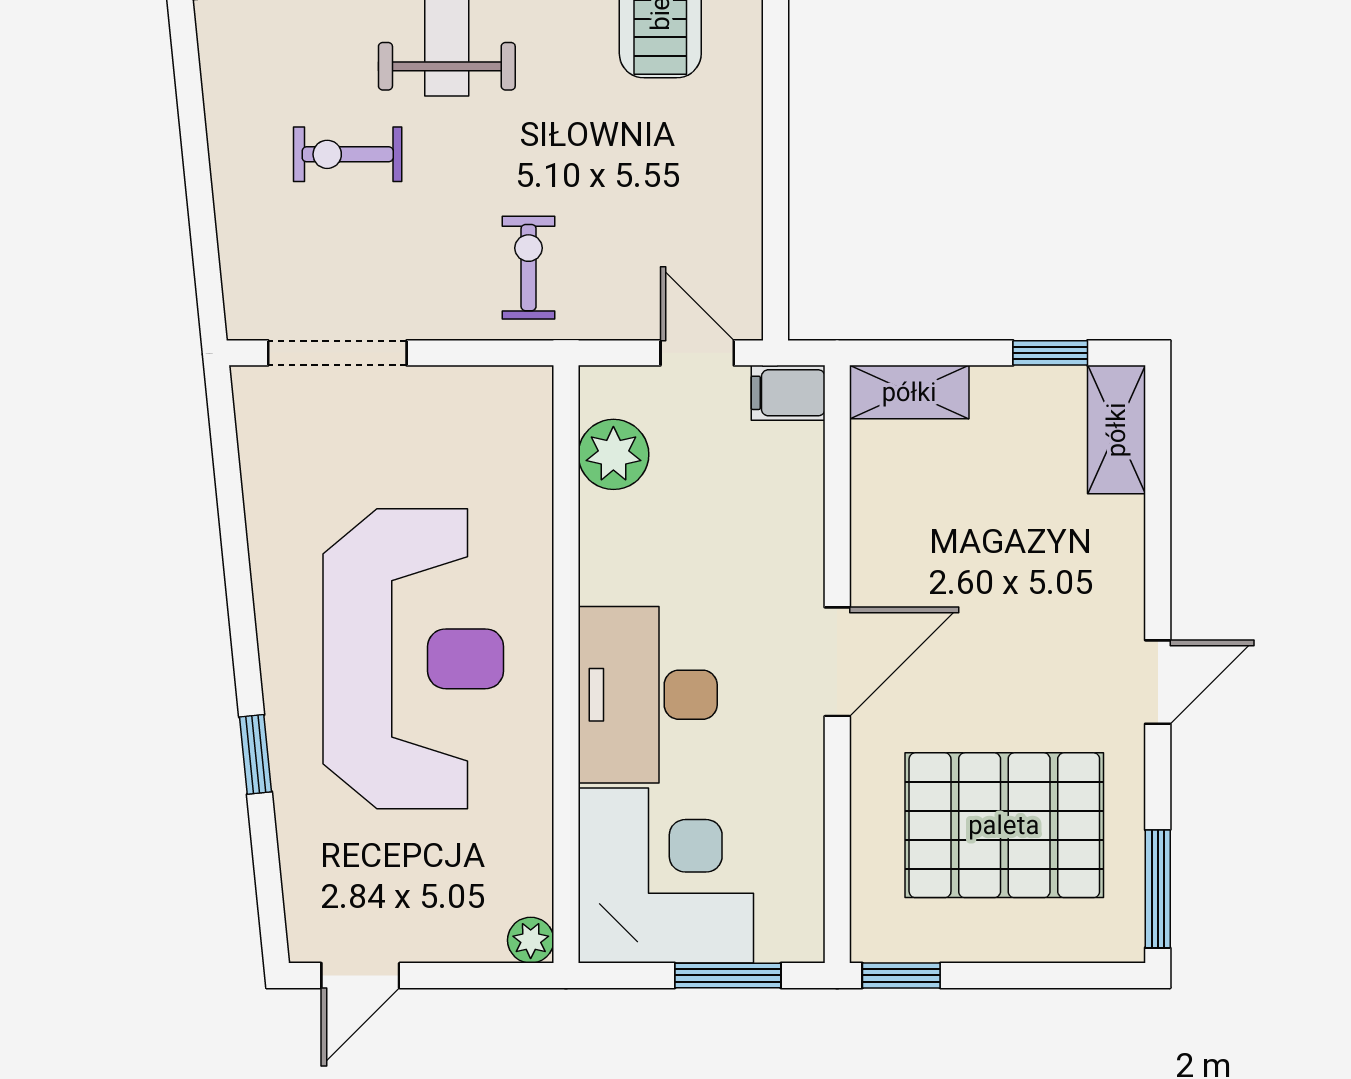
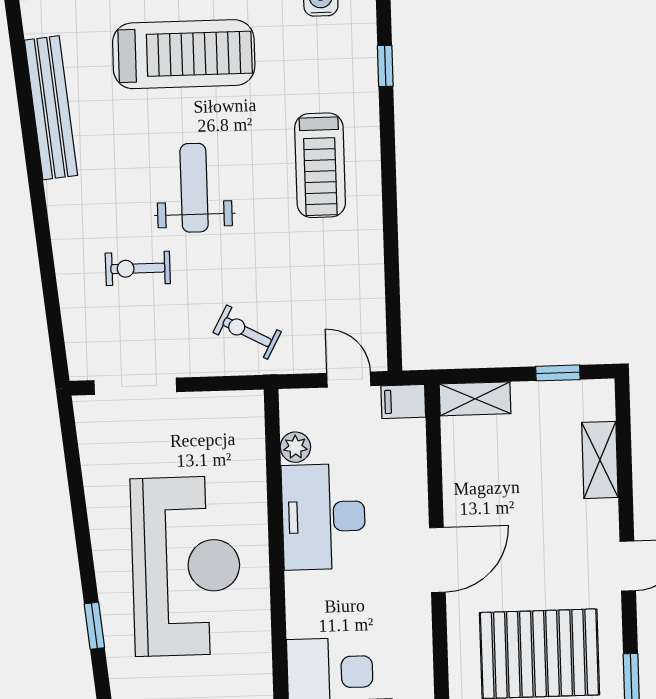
exercise bike: (529, 268) -> (247, 332), turned -62
shelving: (1116, 430) -> (600, 460), moved
plant: (613, 454) -> (295, 447), width x0.73, depth x0.73
desk: (648, 695) -> (324, 517), moved

